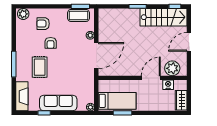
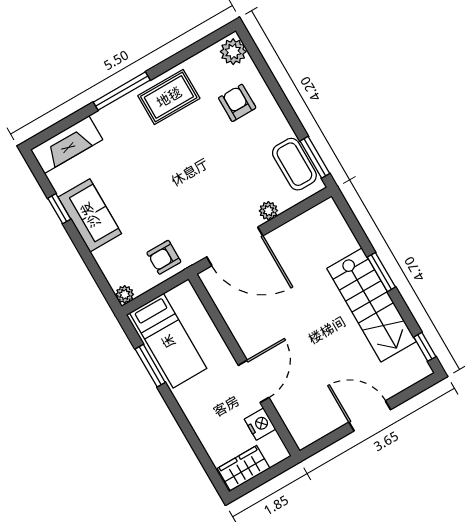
stairs: (163, 17) -> (371, 305), moved
armchair: (51, 43) -> (164, 257), moved
rug: (40, 67) -> (169, 97), moved
plant: (172, 68) -> (298, 414), removed
door: (151, 78) -> (254, 381), hinge flipped
sofa: (58, 103) -> (90, 215), width x0.73

